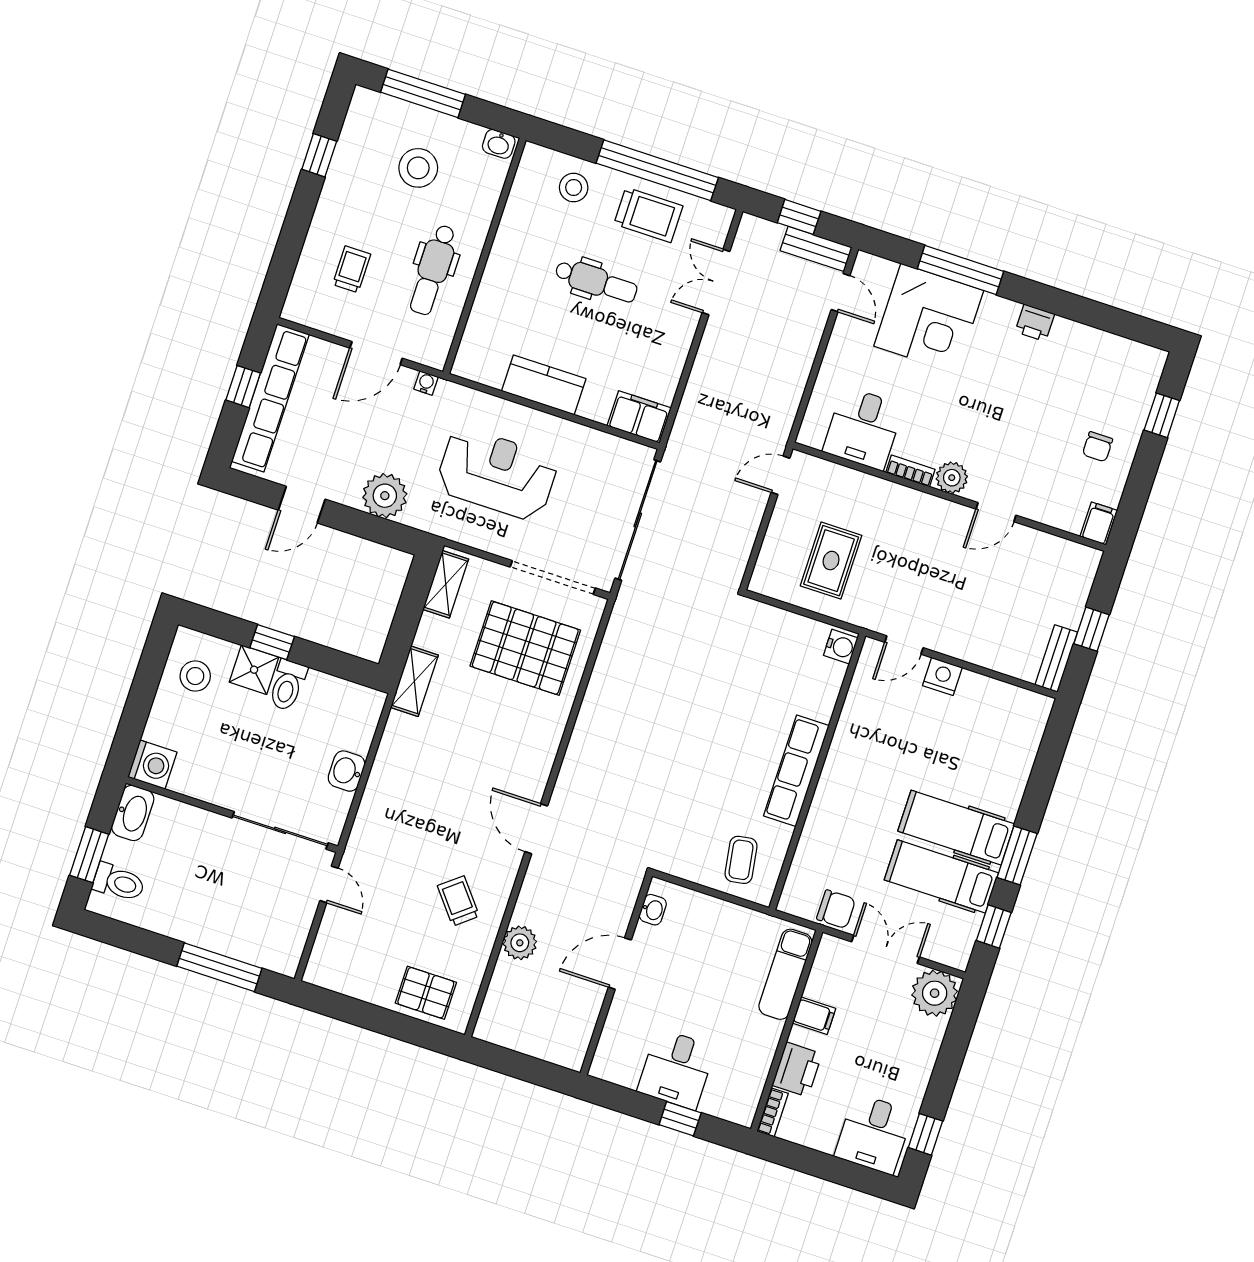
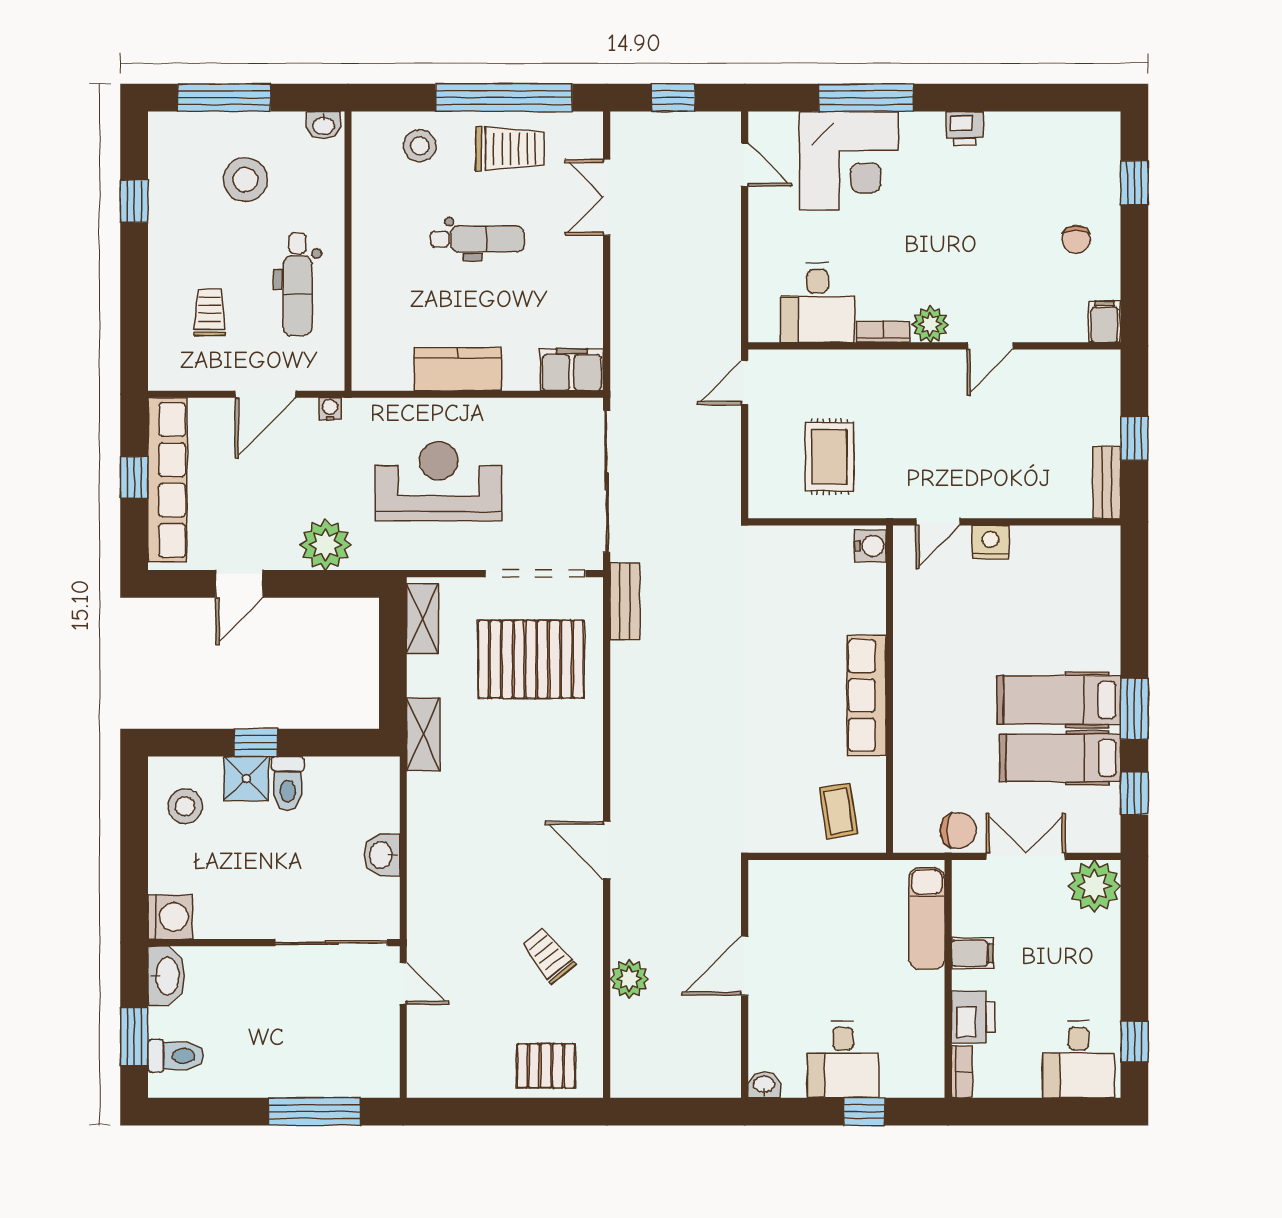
bench: (816, 249) -> (625, 602), moved, turned 90
washbasin: (653, 910) -> (764, 1085), moved, turned -90

